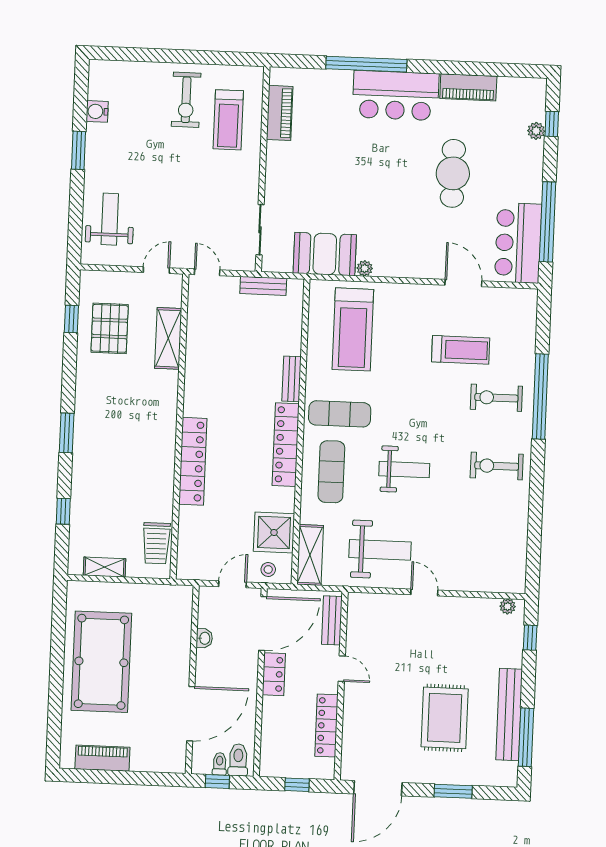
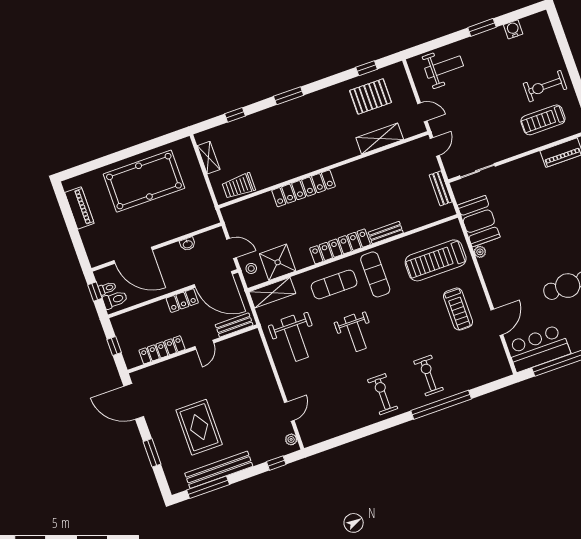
treadmill: (461, 350) -> (458, 309), moved
door: (424, 592) -> (289, 411), moved
rug: (445, 718) -> (199, 427), turned 90

